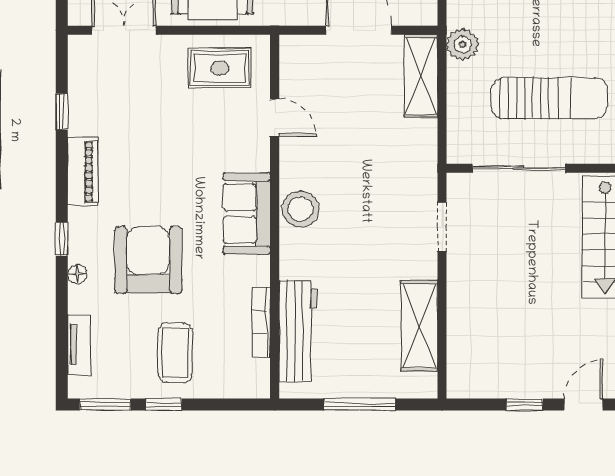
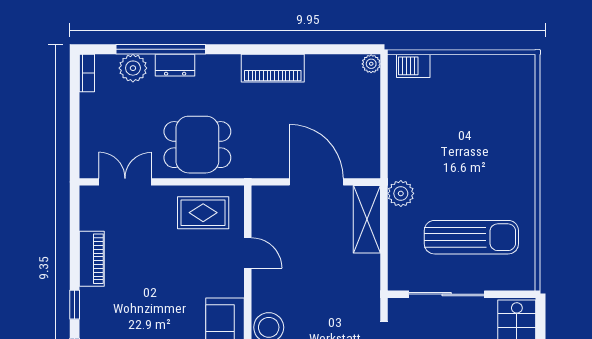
window: (62, 112) -> (75, 305), moved
piano: (83, 172) -> (92, 259), moved

